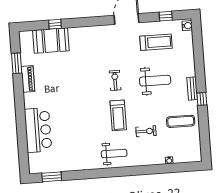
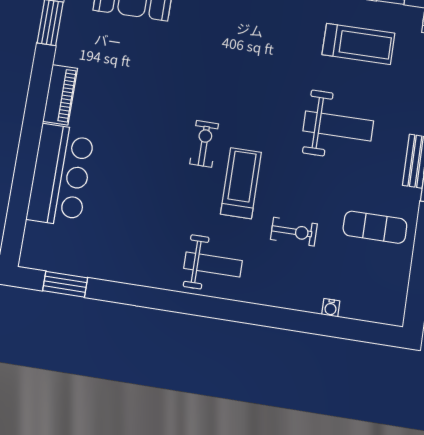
piano: (28, 79) -> (60, 95), moved
exercise bike: (115, 80) -> (204, 144), moved
treadmill: (118, 115) -> (241, 183), turned 180

